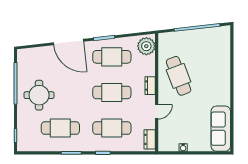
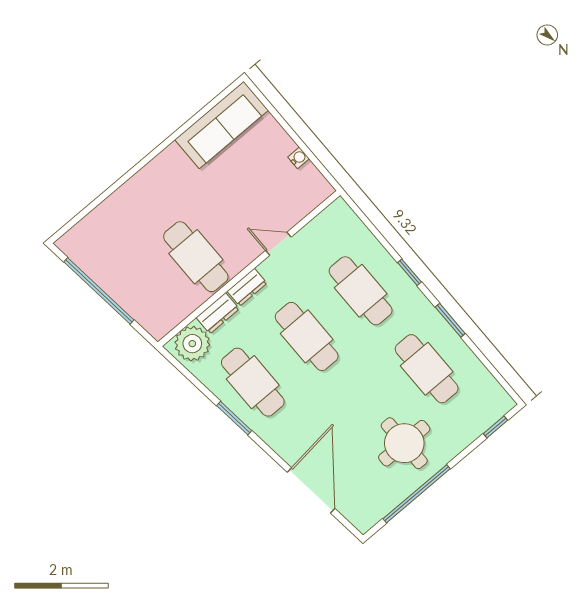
door: (68, 42) -> (311, 490), moved
cafe table: (179, 76) -> (196, 257), turned -69
dresser: (150, 139) -> (218, 313), moved

